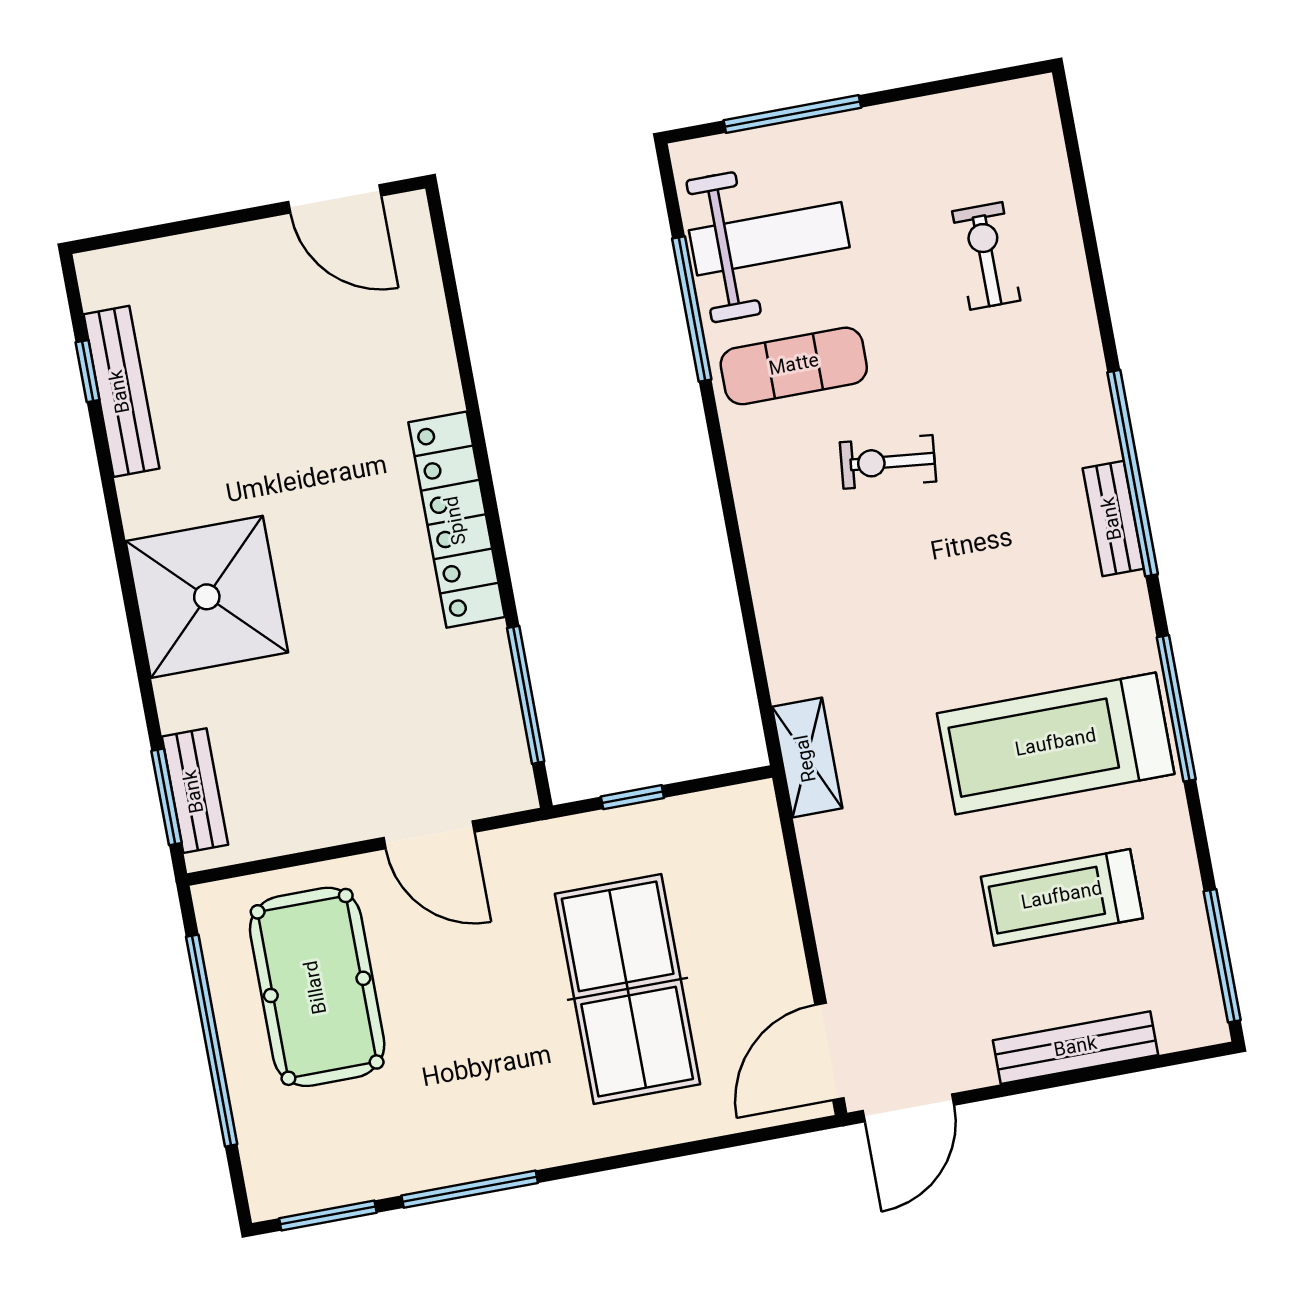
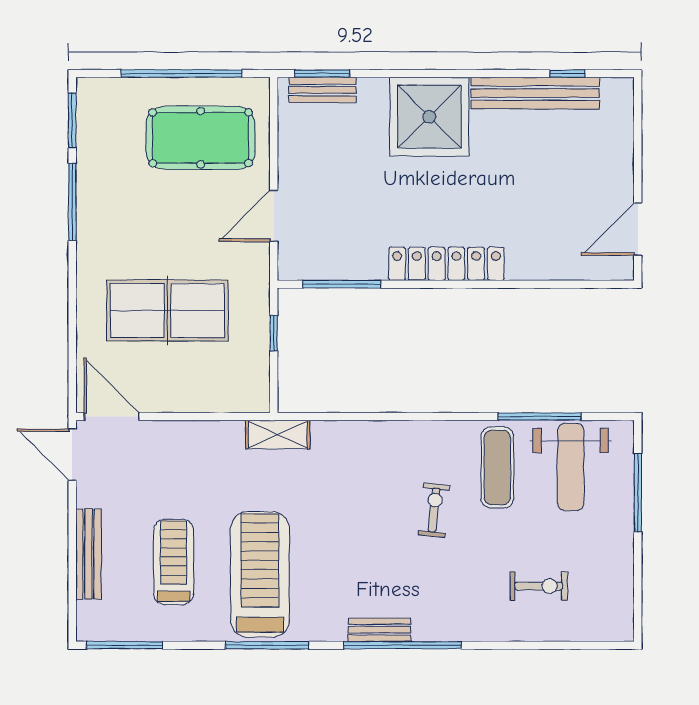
bench: (121, 391) -> (535, 93), width x1.37, depth x1.21

